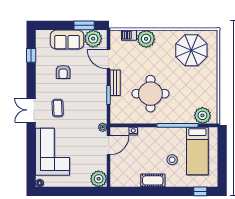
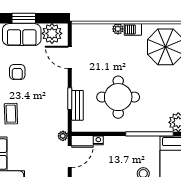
window: (84, 25) -> (24, 18), moved
barbecue: (129, 35) -> (133, 29), moved
plant: (146, 39) -> (118, 29), width x0.53, depth x0.53
bench: (115, 83) -> (77, 105), moved

